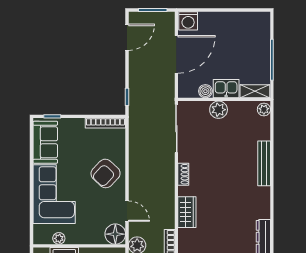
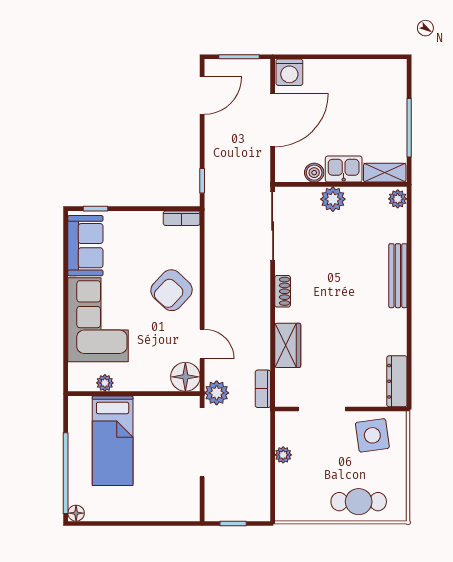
bookcase: (105, 123) -> (182, 218), width x0.64

